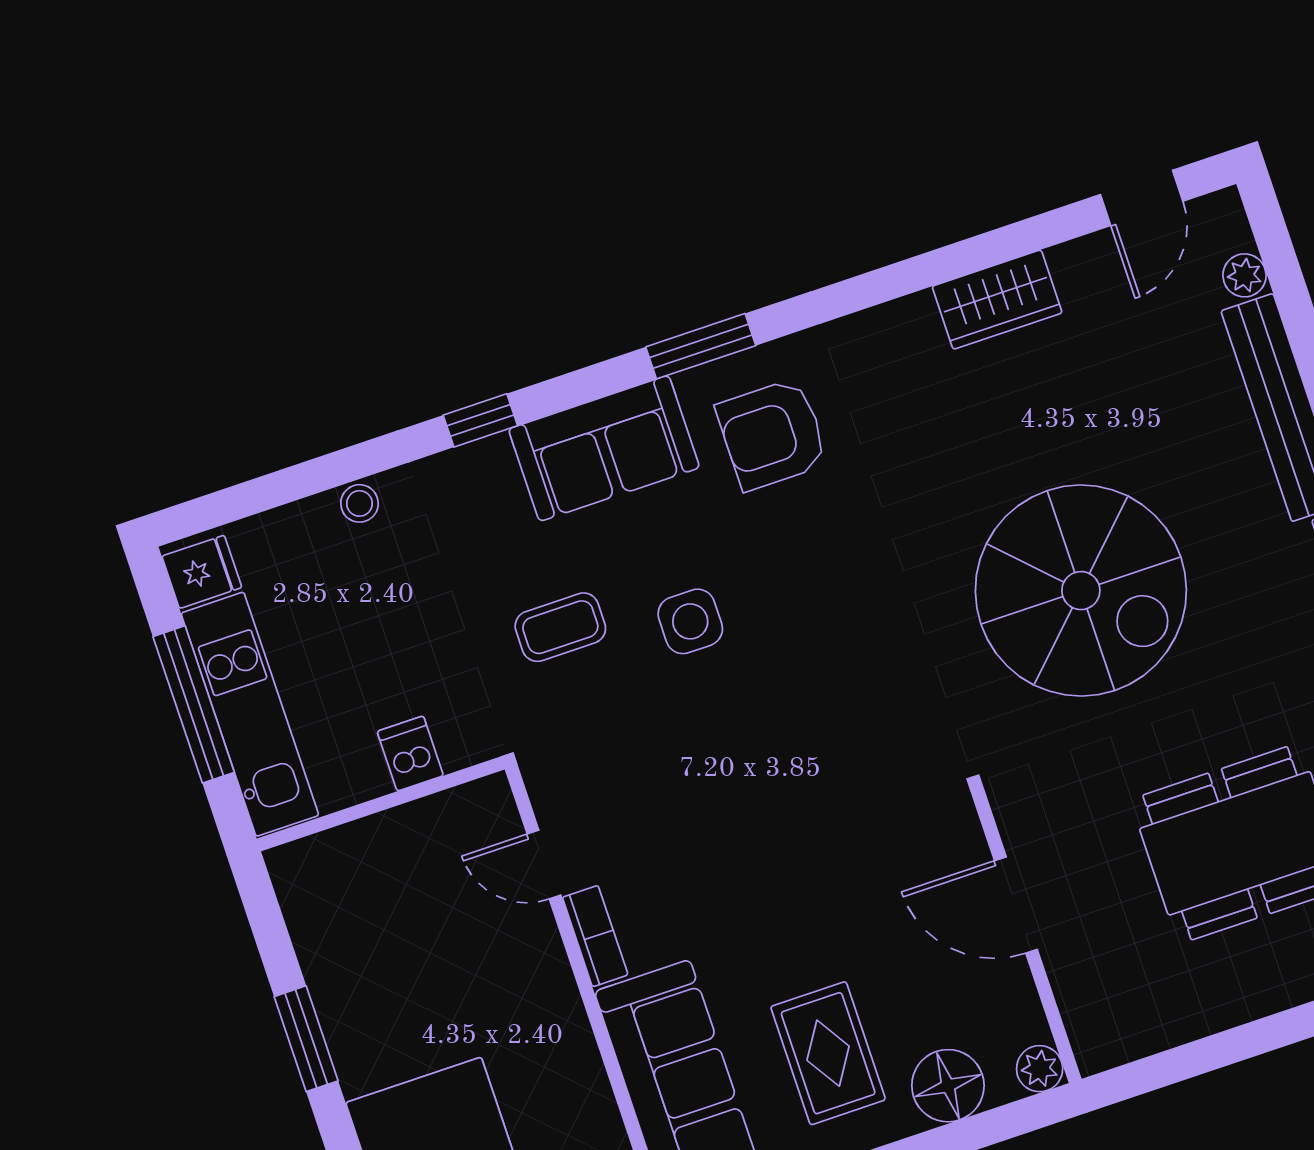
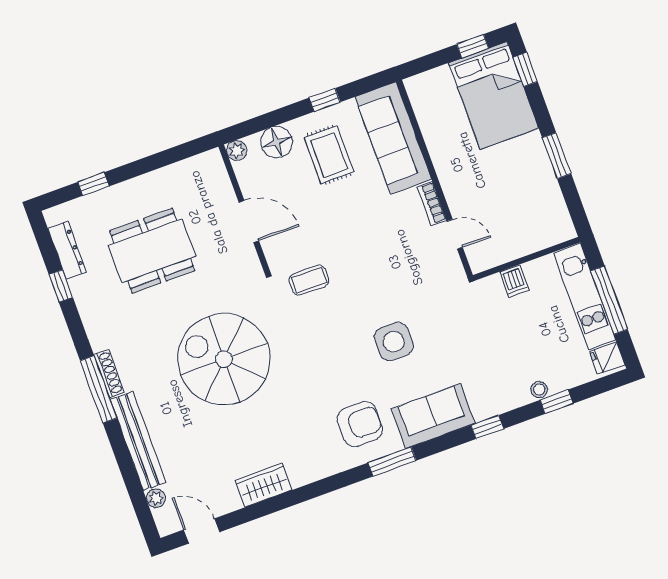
door: (1142, 198) -> (202, 531), hinge flipped
window: (320, 474) -> (557, 402), added
side table: (690, 621) -> (394, 342), width x1.37, depth x1.37
coffee table: (560, 627) -> (309, 280), moved

